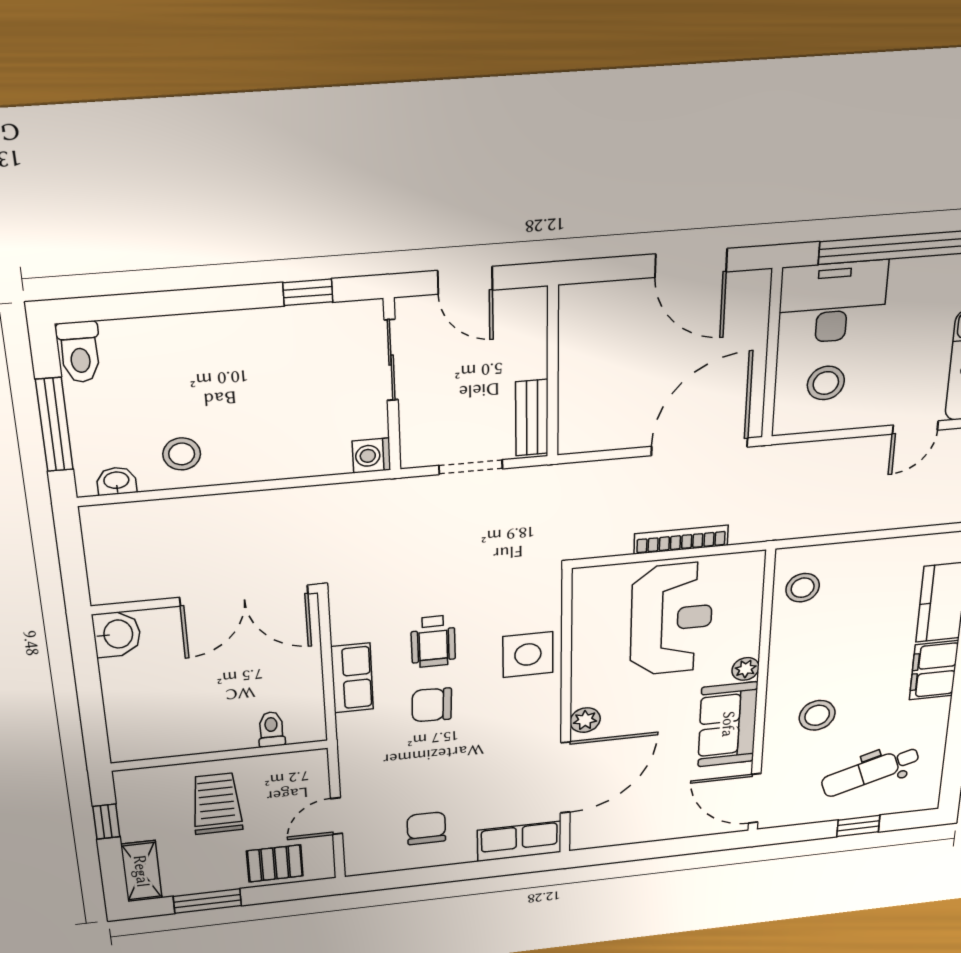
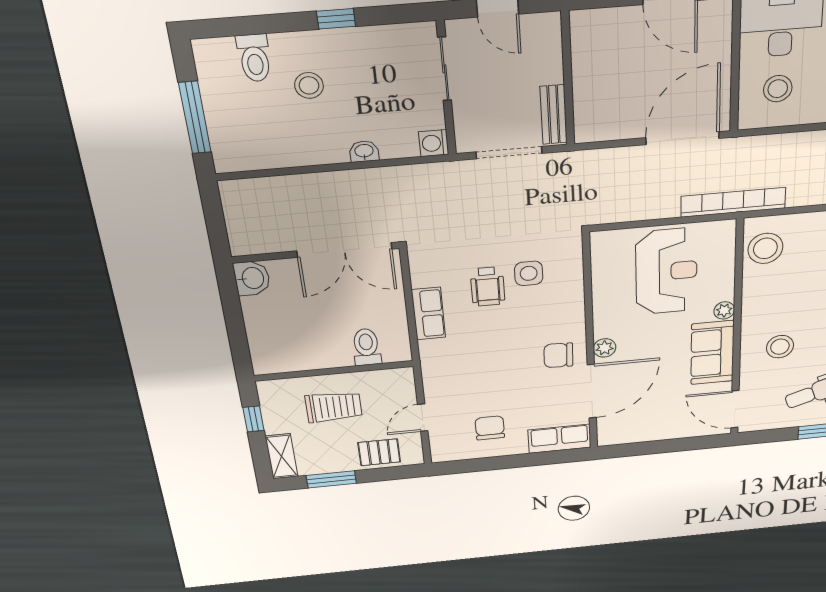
window: (308, 292) -> (336, 19), moved
toilet: (80, 352) -> (254, 58), moved
stool: (182, 454) -> (309, 85), moved
doorway: (471, 467) -> (509, 153), width x1.38
washbasin: (116, 481) -> (364, 151), moved
bookcase: (681, 540) -> (733, 202), moved, width x1.48, depth x1.31
stool: (803, 588) -> (765, 248), width x1.38, depth x1.38
side table: (528, 654) -> (529, 273), moved, width x0.73, depth x0.73
chair: (432, 705) -> (558, 355), moved
toilet: (271, 729) -> (366, 347), width x1.37, depth x1.39
trolley: (217, 804) -> (334, 407), turned 90

